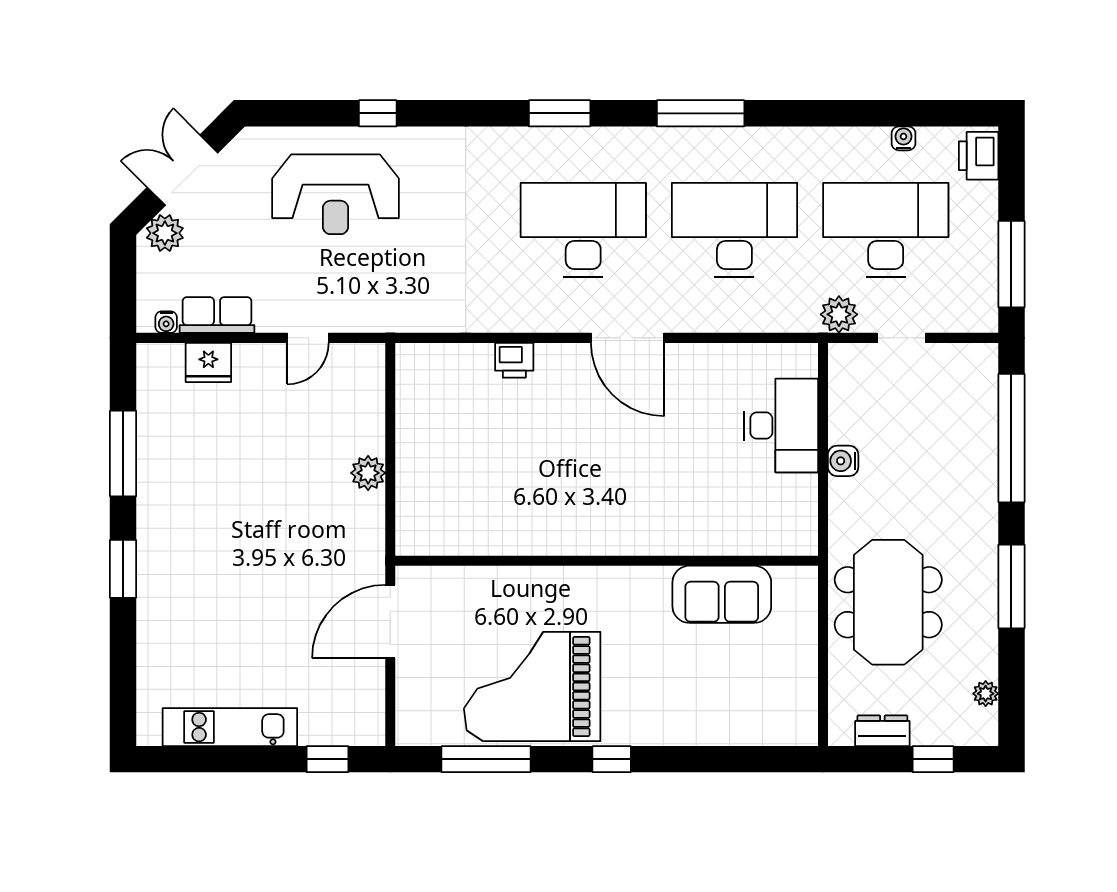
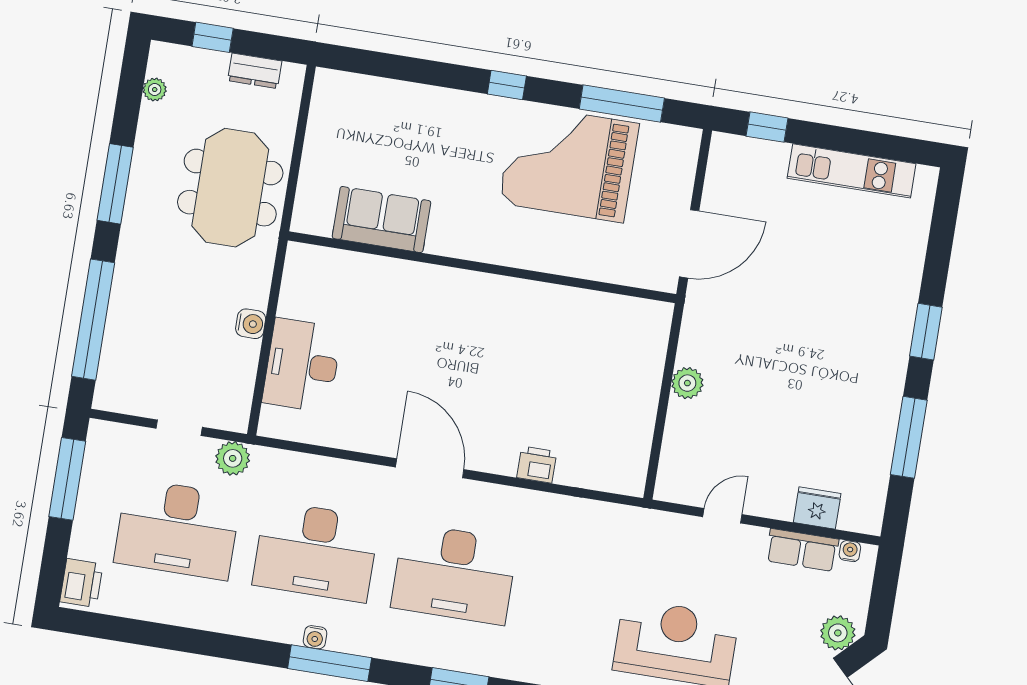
water cooler: (903, 138) -> (315, 637), moved
grand piano: (532, 687) -> (569, 163), turned 180

